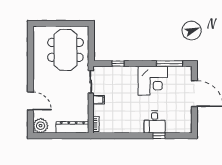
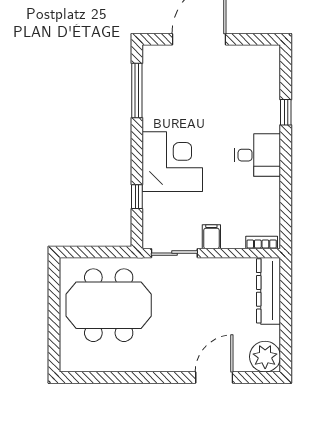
corner desk: (153, 81) -> (172, 162), moved
desk: (155, 122) -> (257, 155), moved

